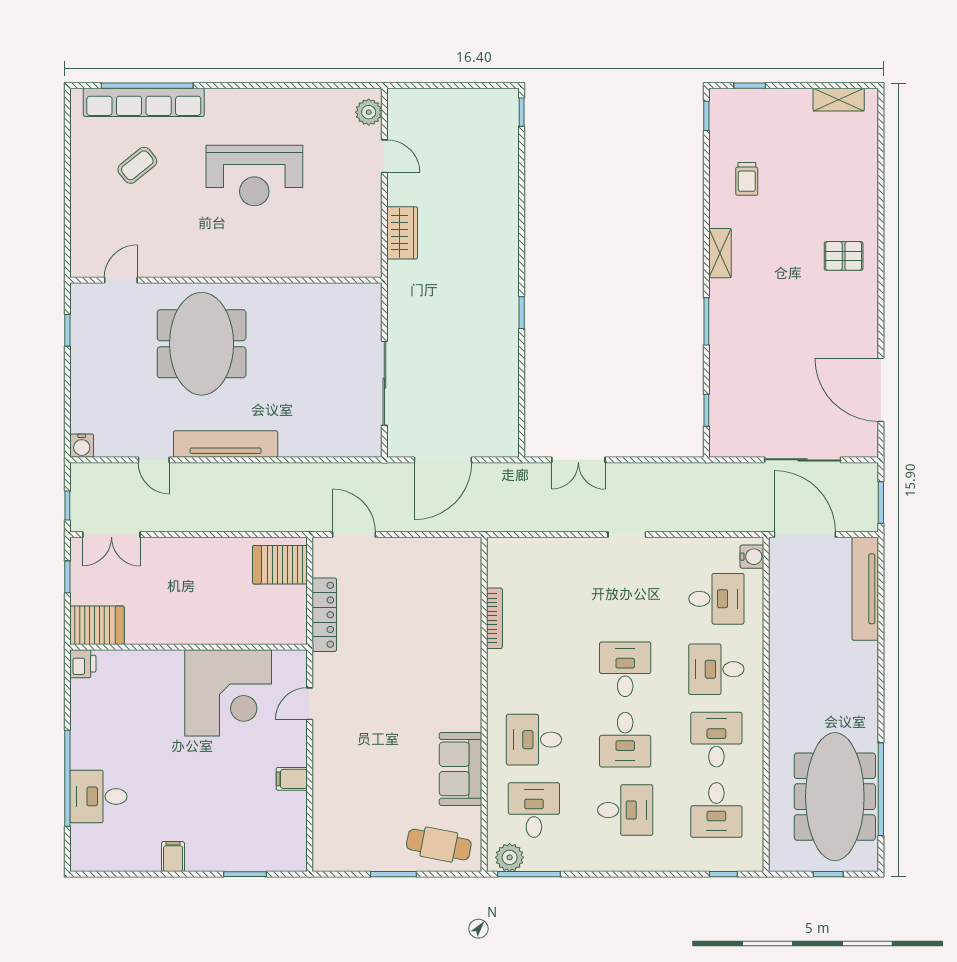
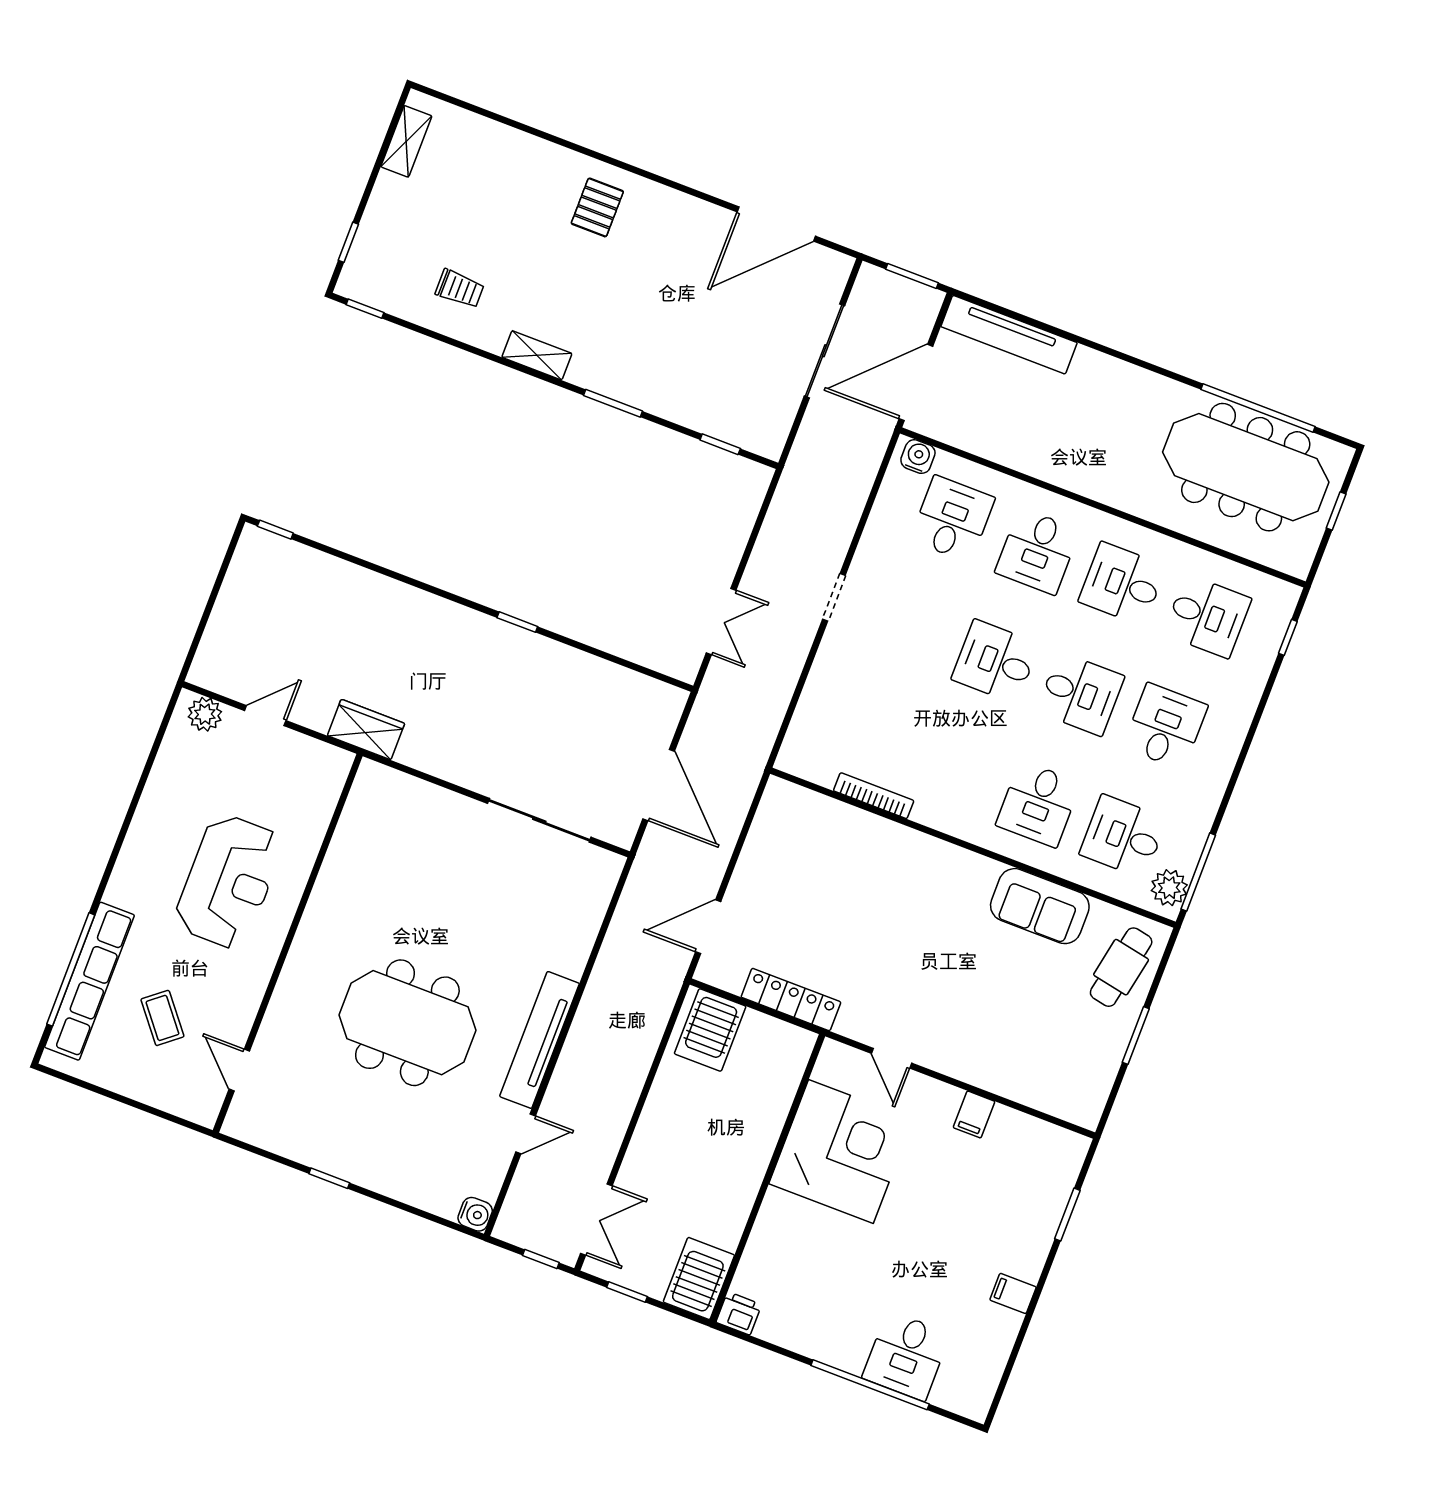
door: (121, 280) -> (239, 1070), moved
wall: (226, 280) -> (288, 943), moved

